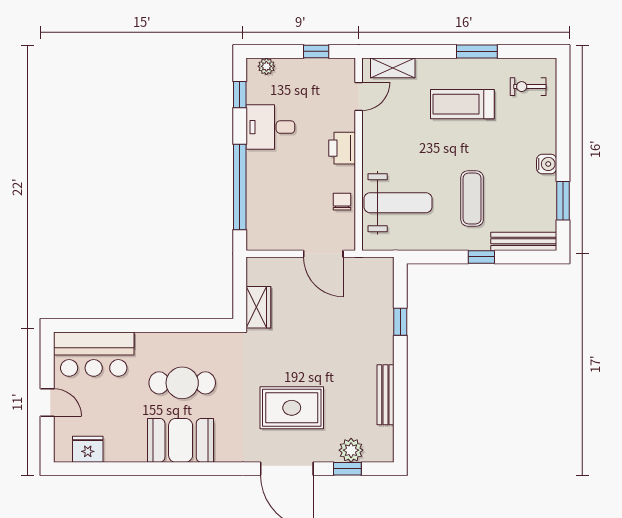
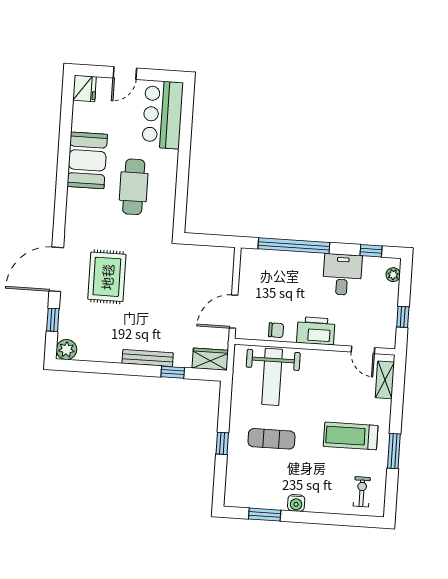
treadmill: (462, 104) -> (351, 436), turned -90
printer: (342, 148) -> (316, 331), width x1.37, depth x1.19
bench: (524, 241) -> (233, 480), removed
wardrobe: (258, 307) -> (210, 359), moved, turned 180
bench: (385, 395) -> (148, 358), moved
booth: (181, 440) -> (87, 160), moved
fridge: (88, 449) -> (85, 88), moved
plant: (351, 450) -> (66, 350), moved

